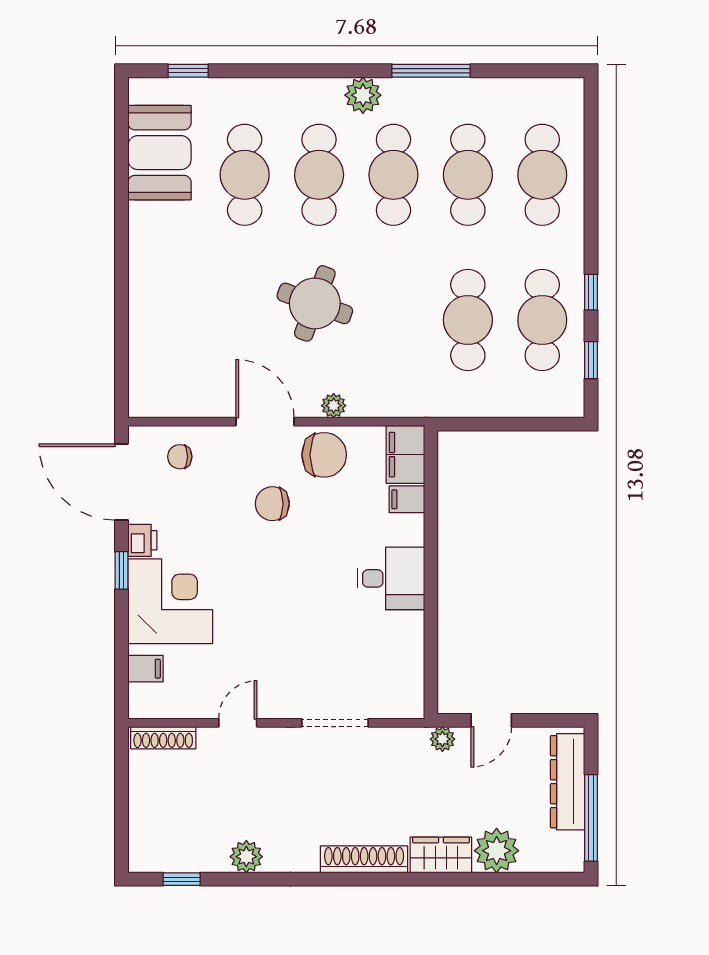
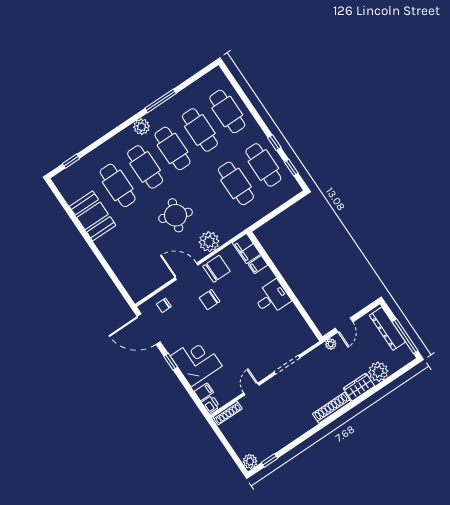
booth: (159, 153) -> (93, 216), moved
plant: (334, 406) -> (209, 242), width x1.88, depth x1.88
printer: (142, 540) -> (211, 404), moved
plant: (246, 857) -> (250, 461), moved

